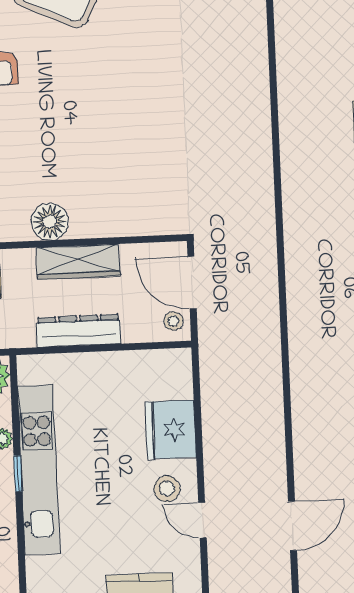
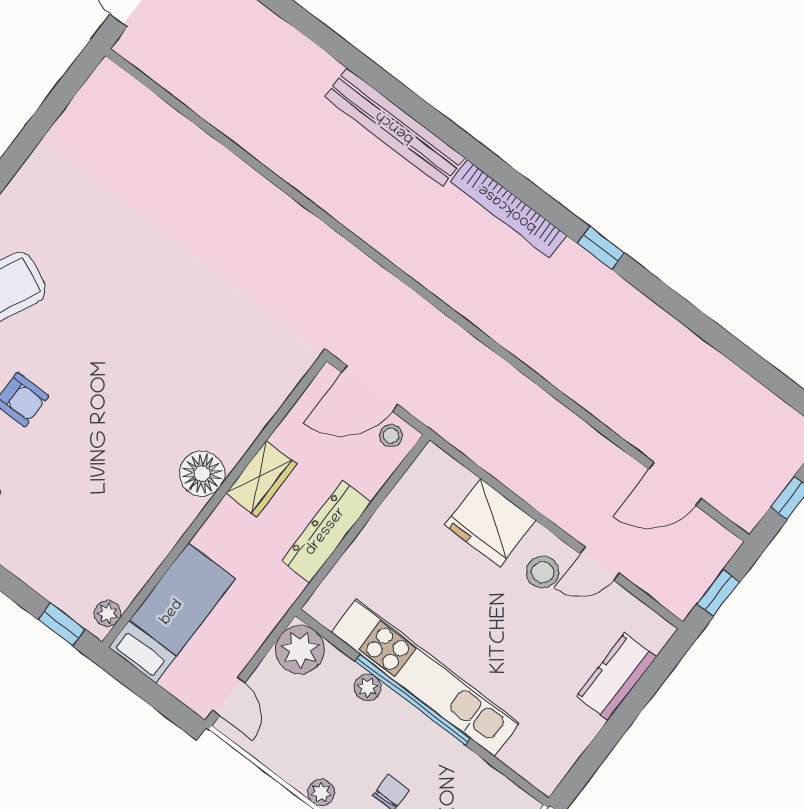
wardrobe: (78, 262) -> (261, 479), width x0.67
window: (18, 474) -> (412, 700), width x3.17
door: (292, 526) -> (675, 484), swing flipped

